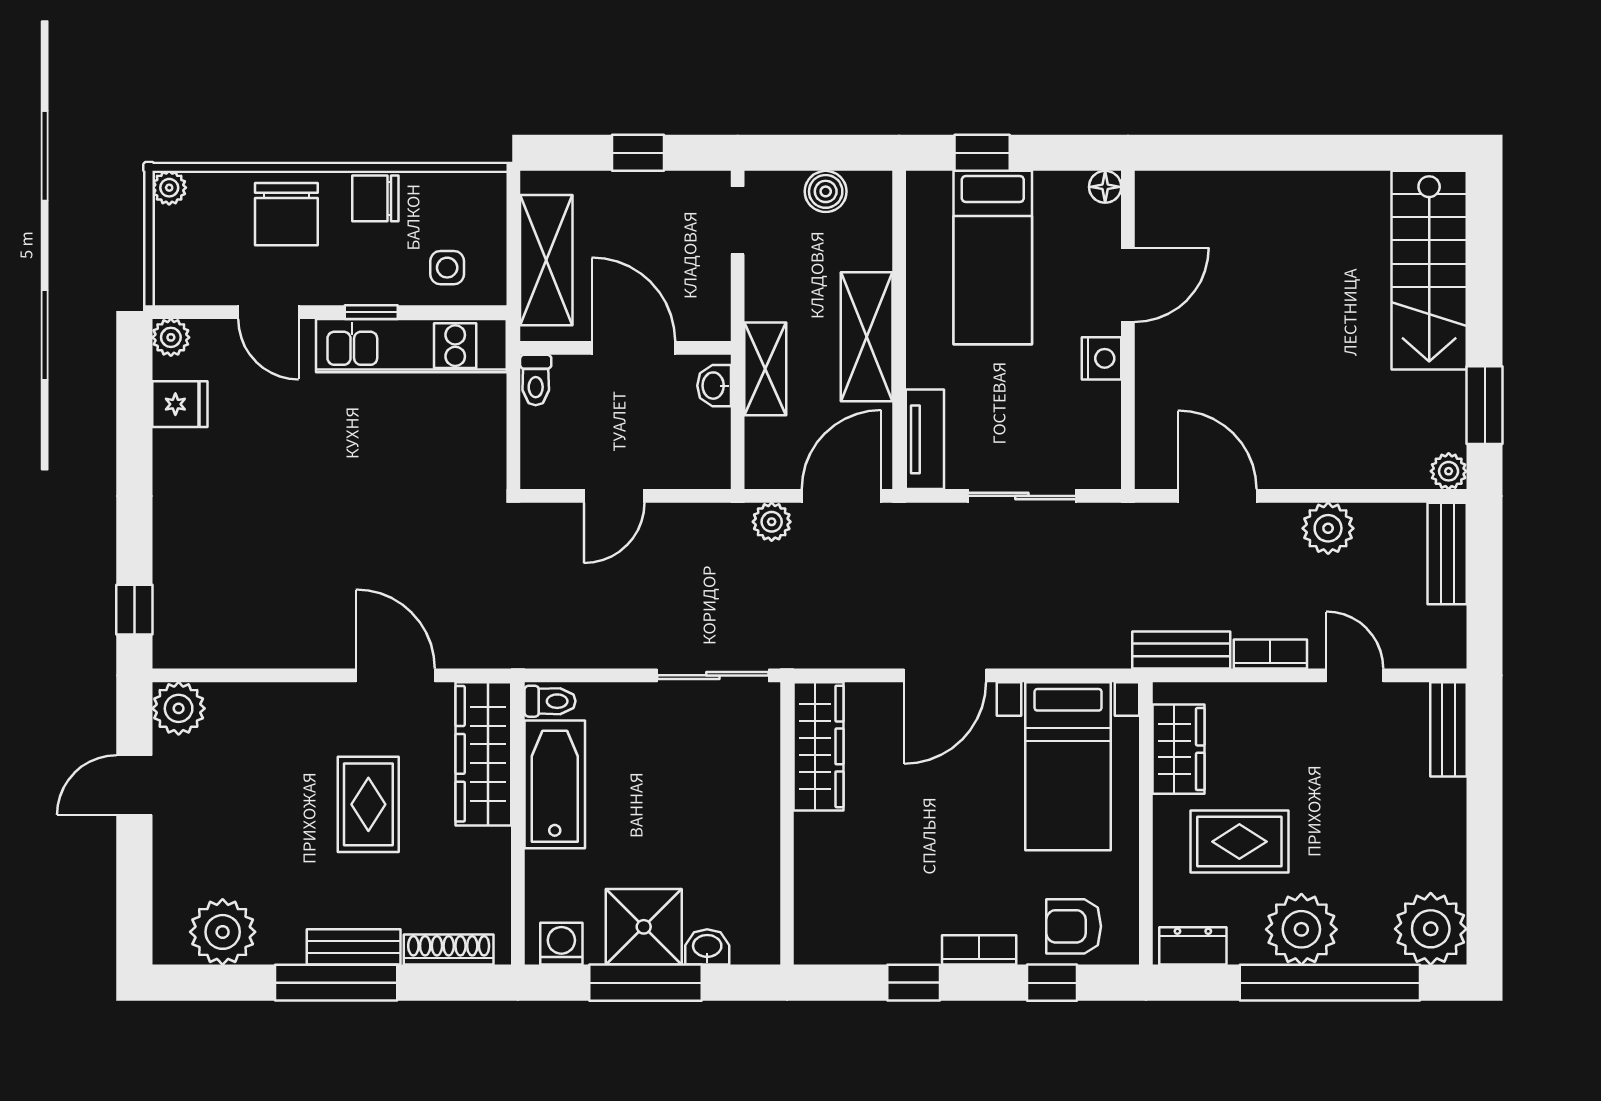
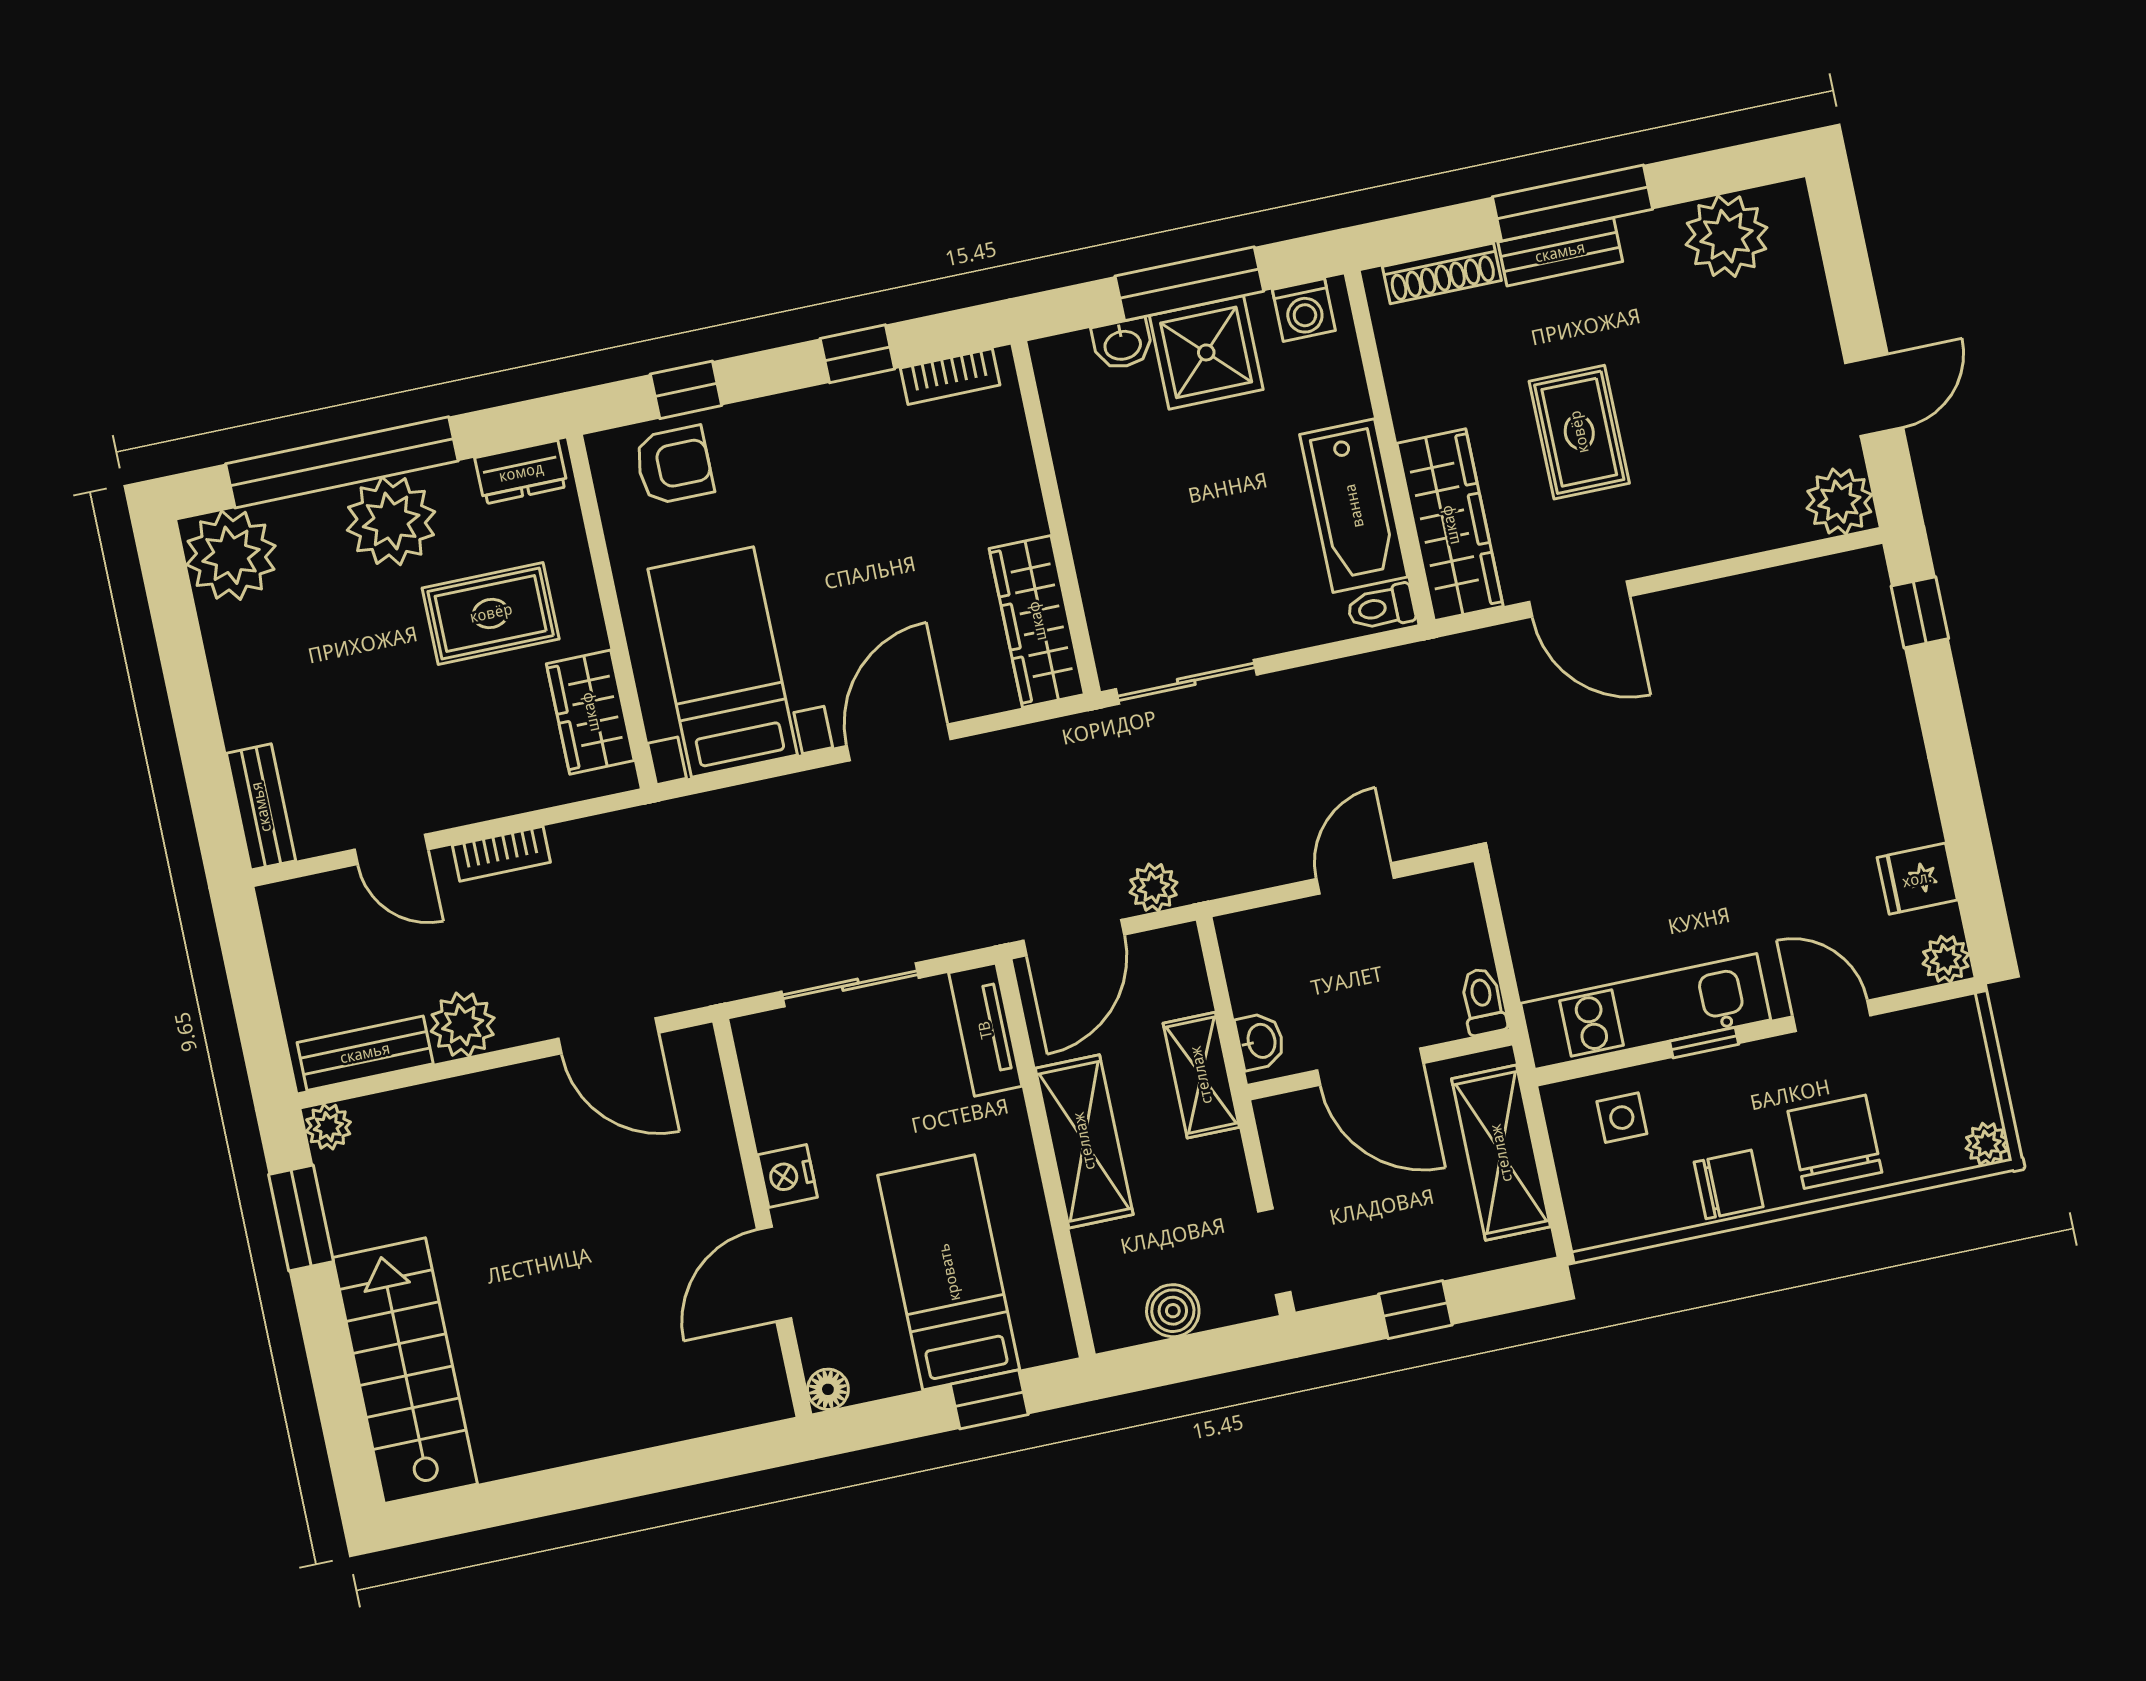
bench: (1447, 554) -> (365, 1053), moved, turned 90
bench: (1181, 650) -> (613, 836), removed
bookcase: (979, 950) -> (950, 377), moved

